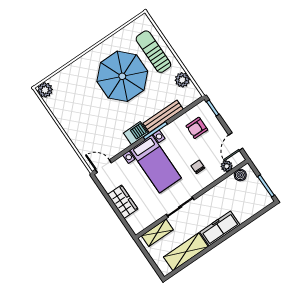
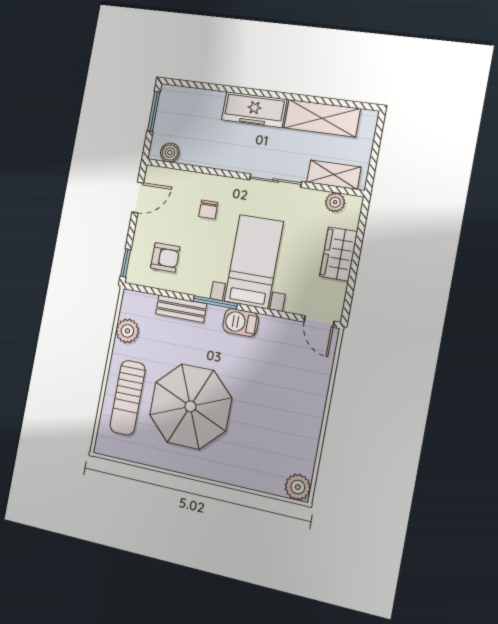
bench: (163, 116) -> (181, 309), width x0.73
plant: (227, 166) -> (335, 202), moved

